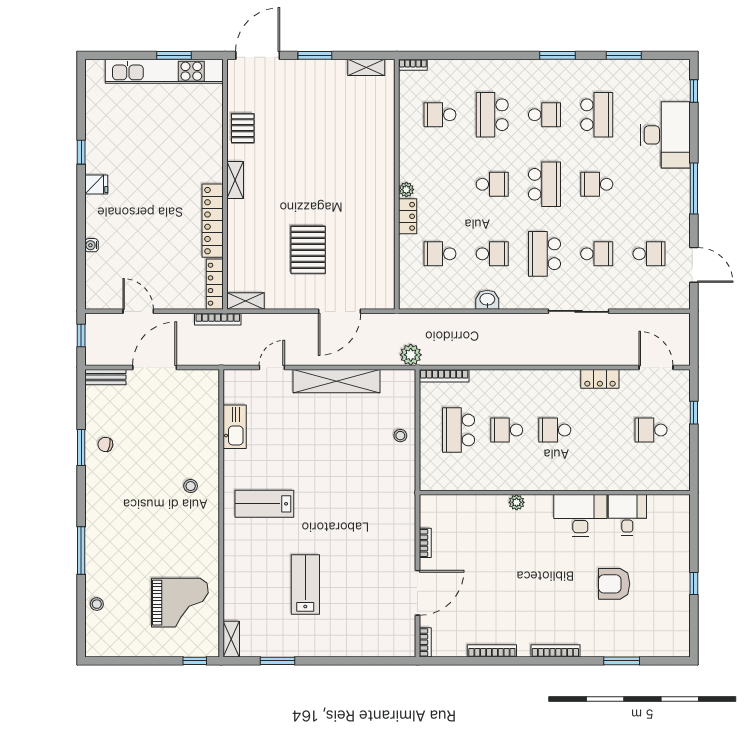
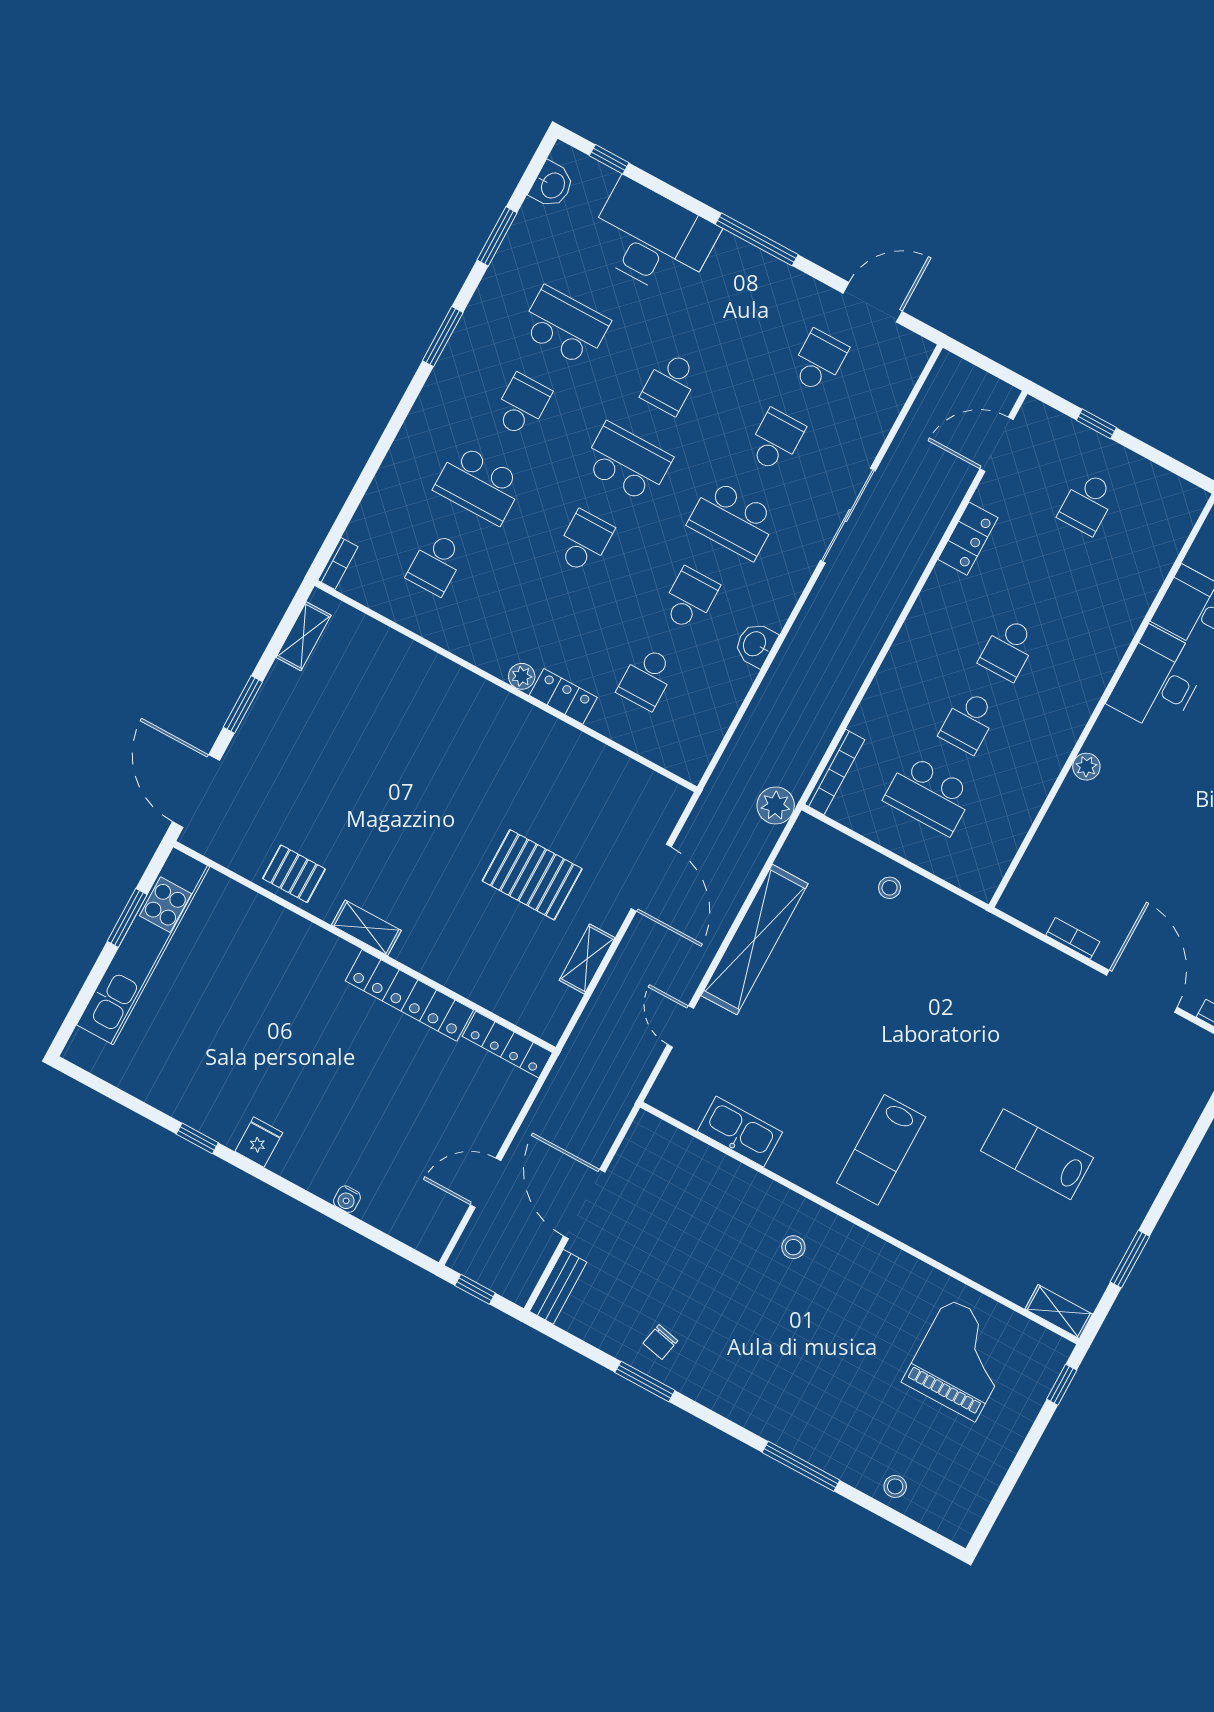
washbasin: (665, 69) -> (552, 185), added
shelving: (245, 301) -> (587, 959), moved
bookcase: (218, 319) -> (563, 1069), removed

